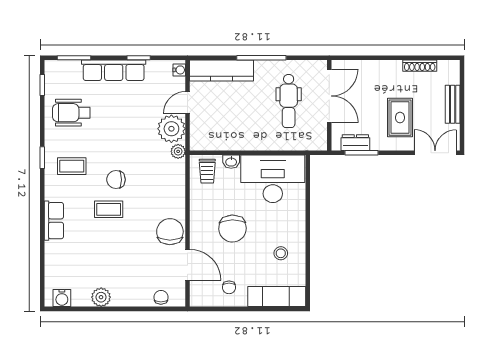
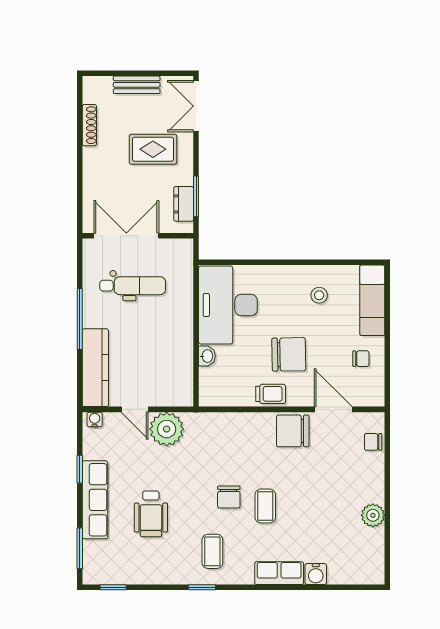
wheelchair: (71, 113) -> (151, 514), moved
plant: (178, 151) -> (194, 421), removed
trolley: (207, 171) -> (271, 394), moved
door: (188, 265) -> (333, 409), hinge flipped
water cooler: (62, 298) -> (316, 574), moved, turned 90

